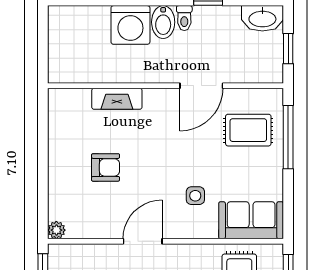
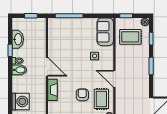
washbasin: (262, 18) -> (18, 39), moved
washing machine: (130, 25) -> (21, 101), moved
door: (201, 86) -> (47, 67), moved
rug: (248, 130) -> (101, 99), moved

